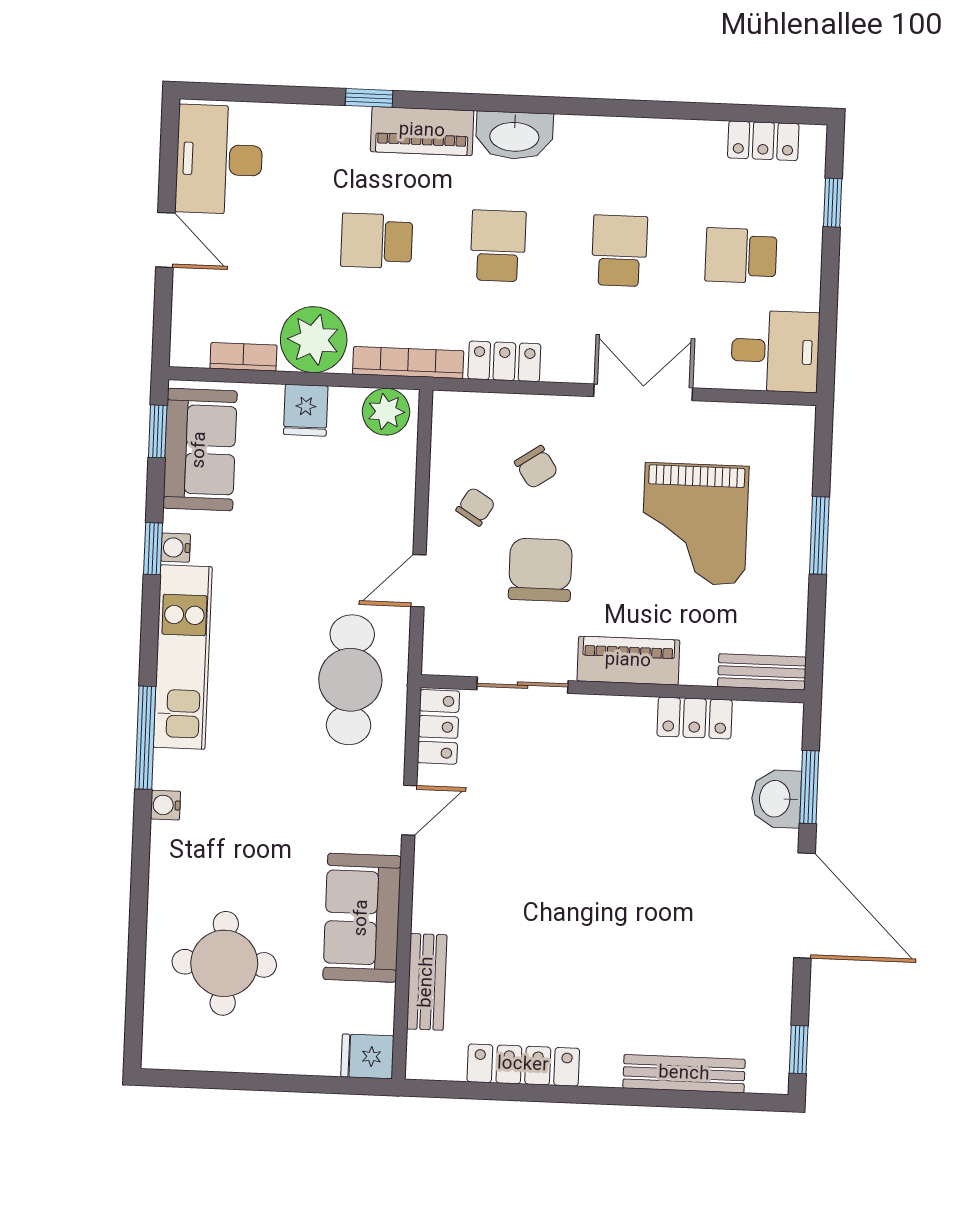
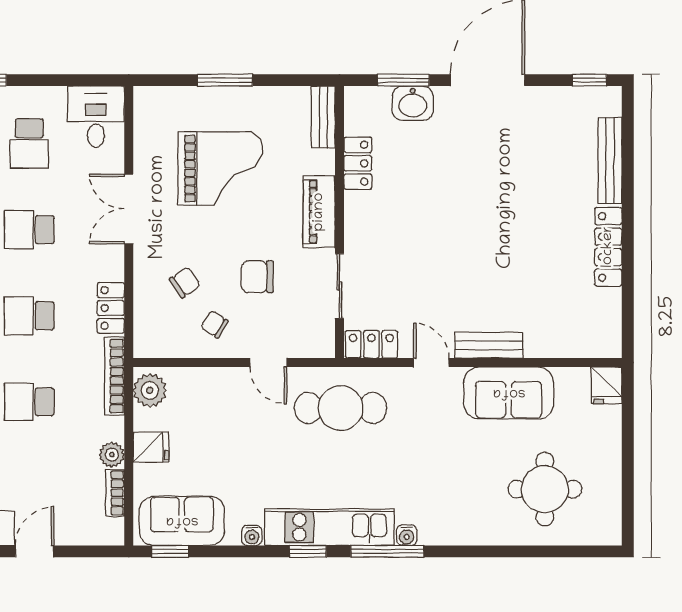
school desk: (377, 241) -> (29, 402), turned 90
plant: (314, 340) -> (112, 455), width x0.53, depth x0.53
window: (153, 549) -> (308, 551), moved
chair: (540, 570) -> (257, 277), width x0.73, depth x0.73
water cooler: (165, 805) -> (407, 535), moved
bench: (427, 982) -> (489, 345), moved
locker: (523, 1065) -> (608, 247), moved

